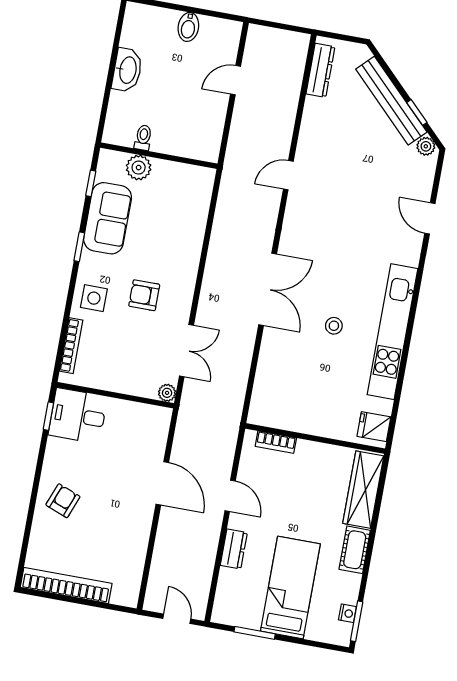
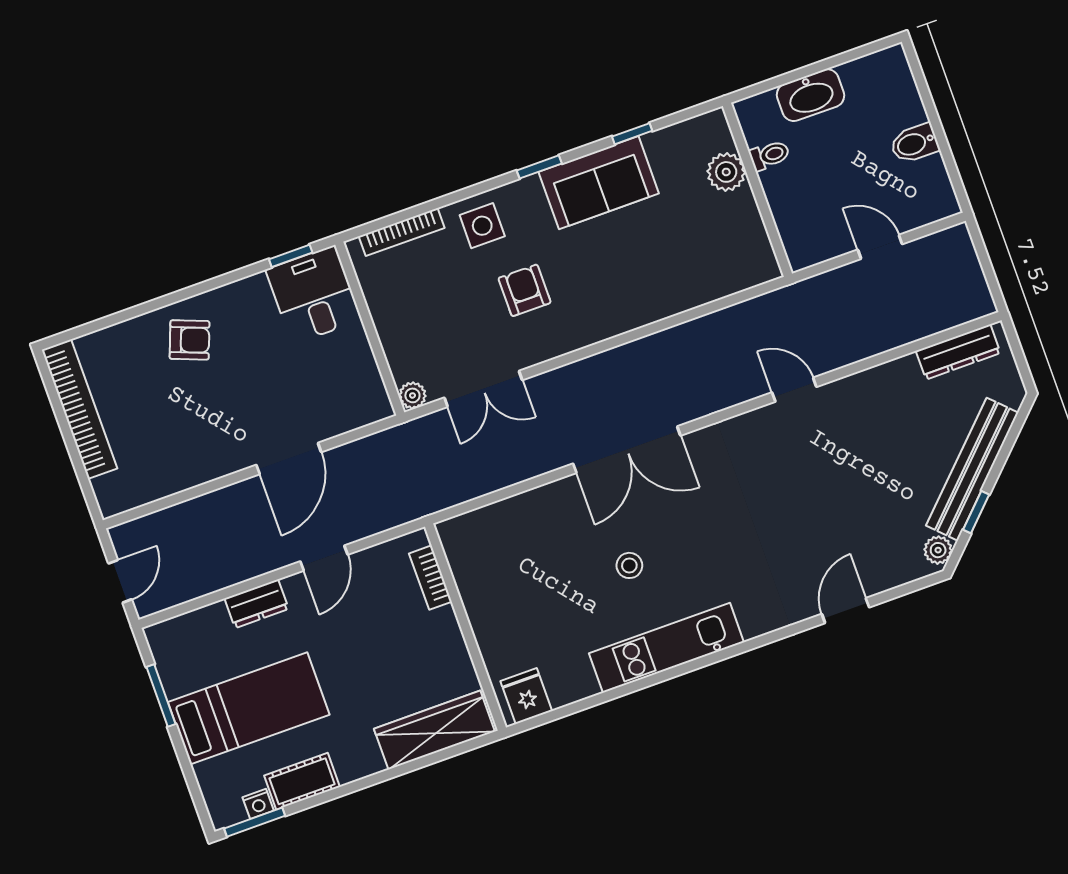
toilet: (143, 138) -> (770, 155), moved
wall: (159, 156) -> (757, 190), moved
plant: (139, 168) -> (726, 172), moved
kitchen unit: (392, 332) -> (666, 648), width x0.73
cot: (355, 550) -> (302, 781), moved

